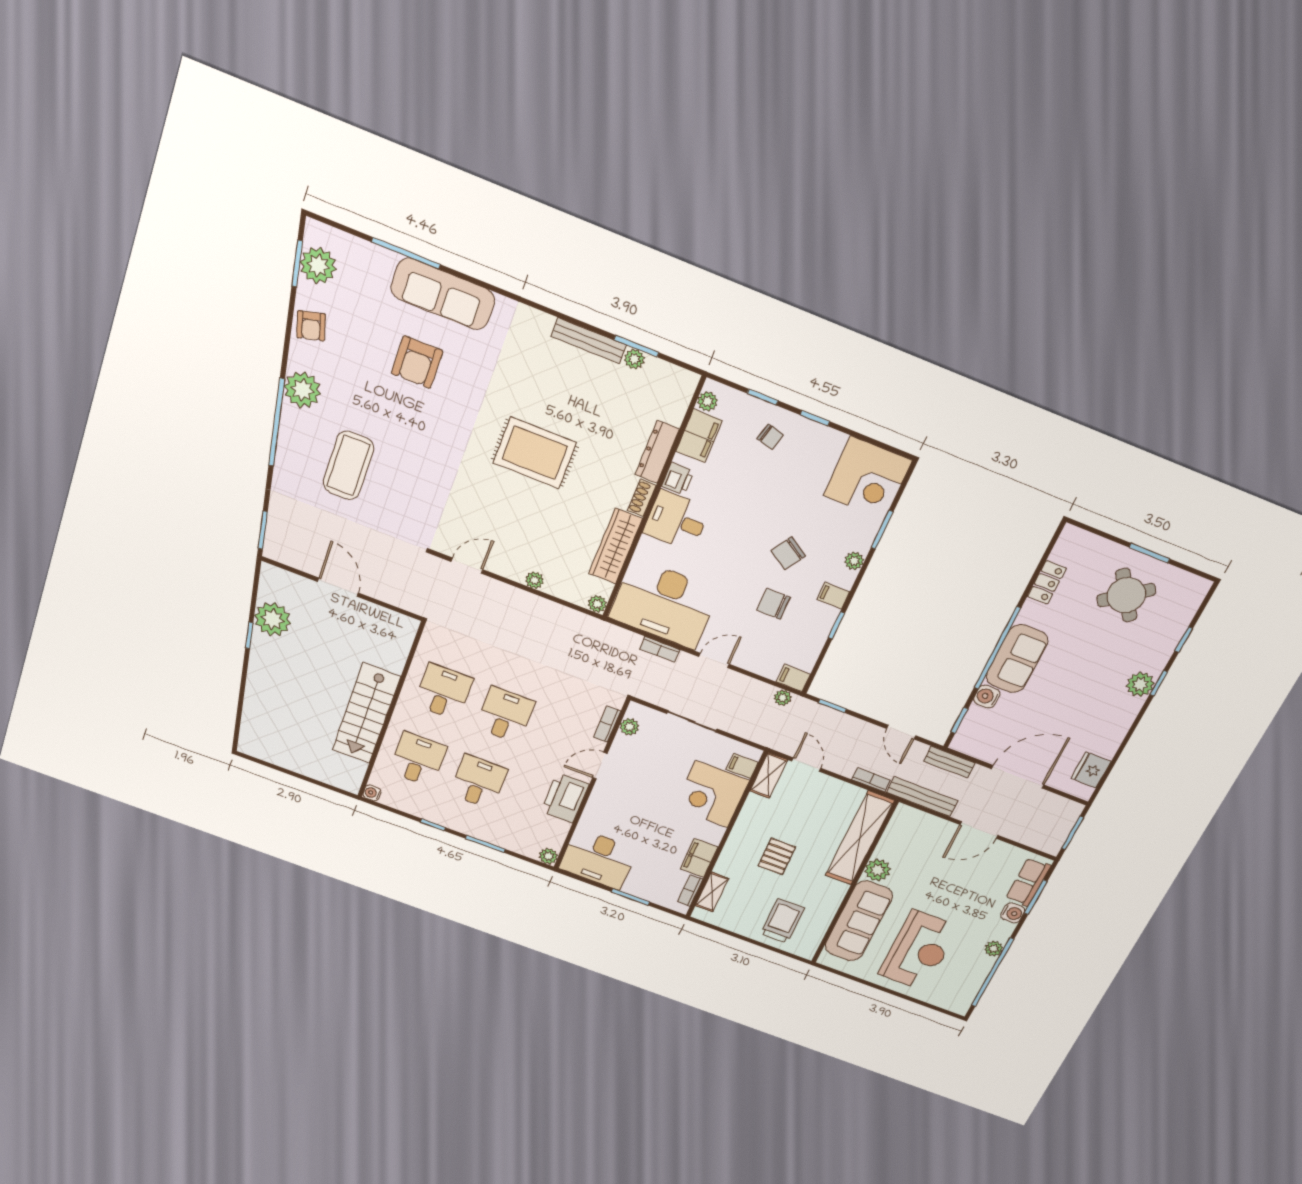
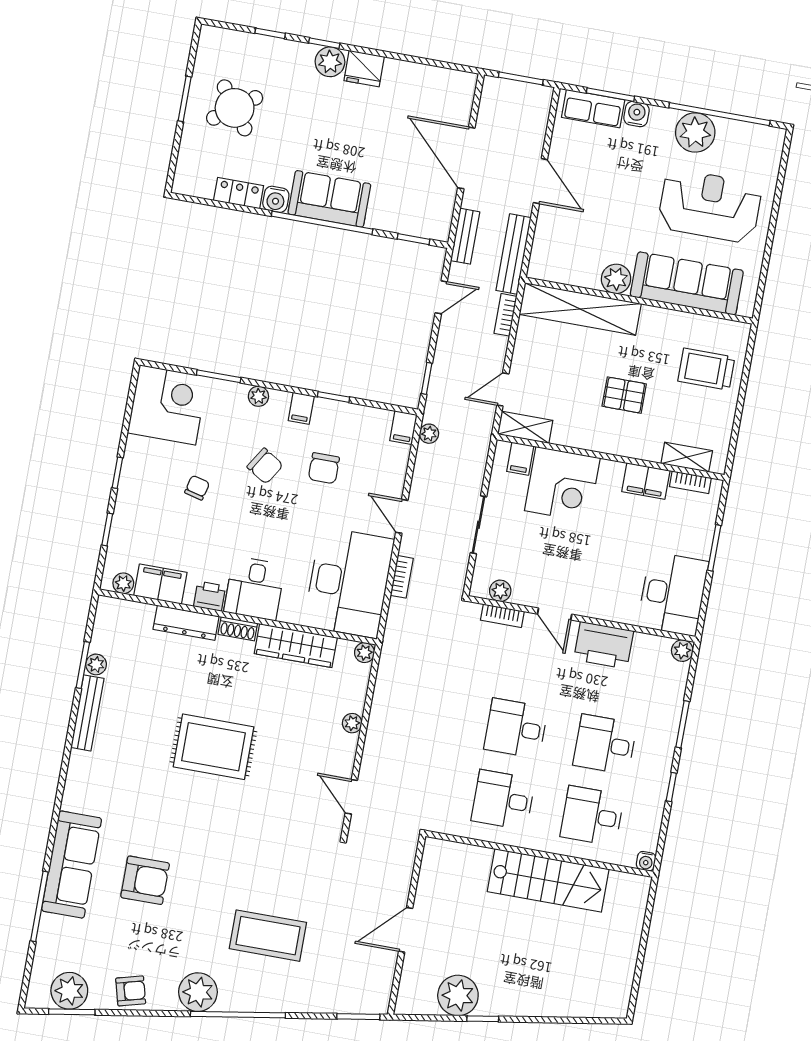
chair: (770, 437) -> (197, 488), moved
rug: (535, 453) -> (214, 747), turned 90
water cooler: (987, 697) -> (276, 199), moved
fridge: (1091, 770) -> (364, 69), moved
plant: (994, 949) -> (695, 132), width x1.88, depth x1.88

